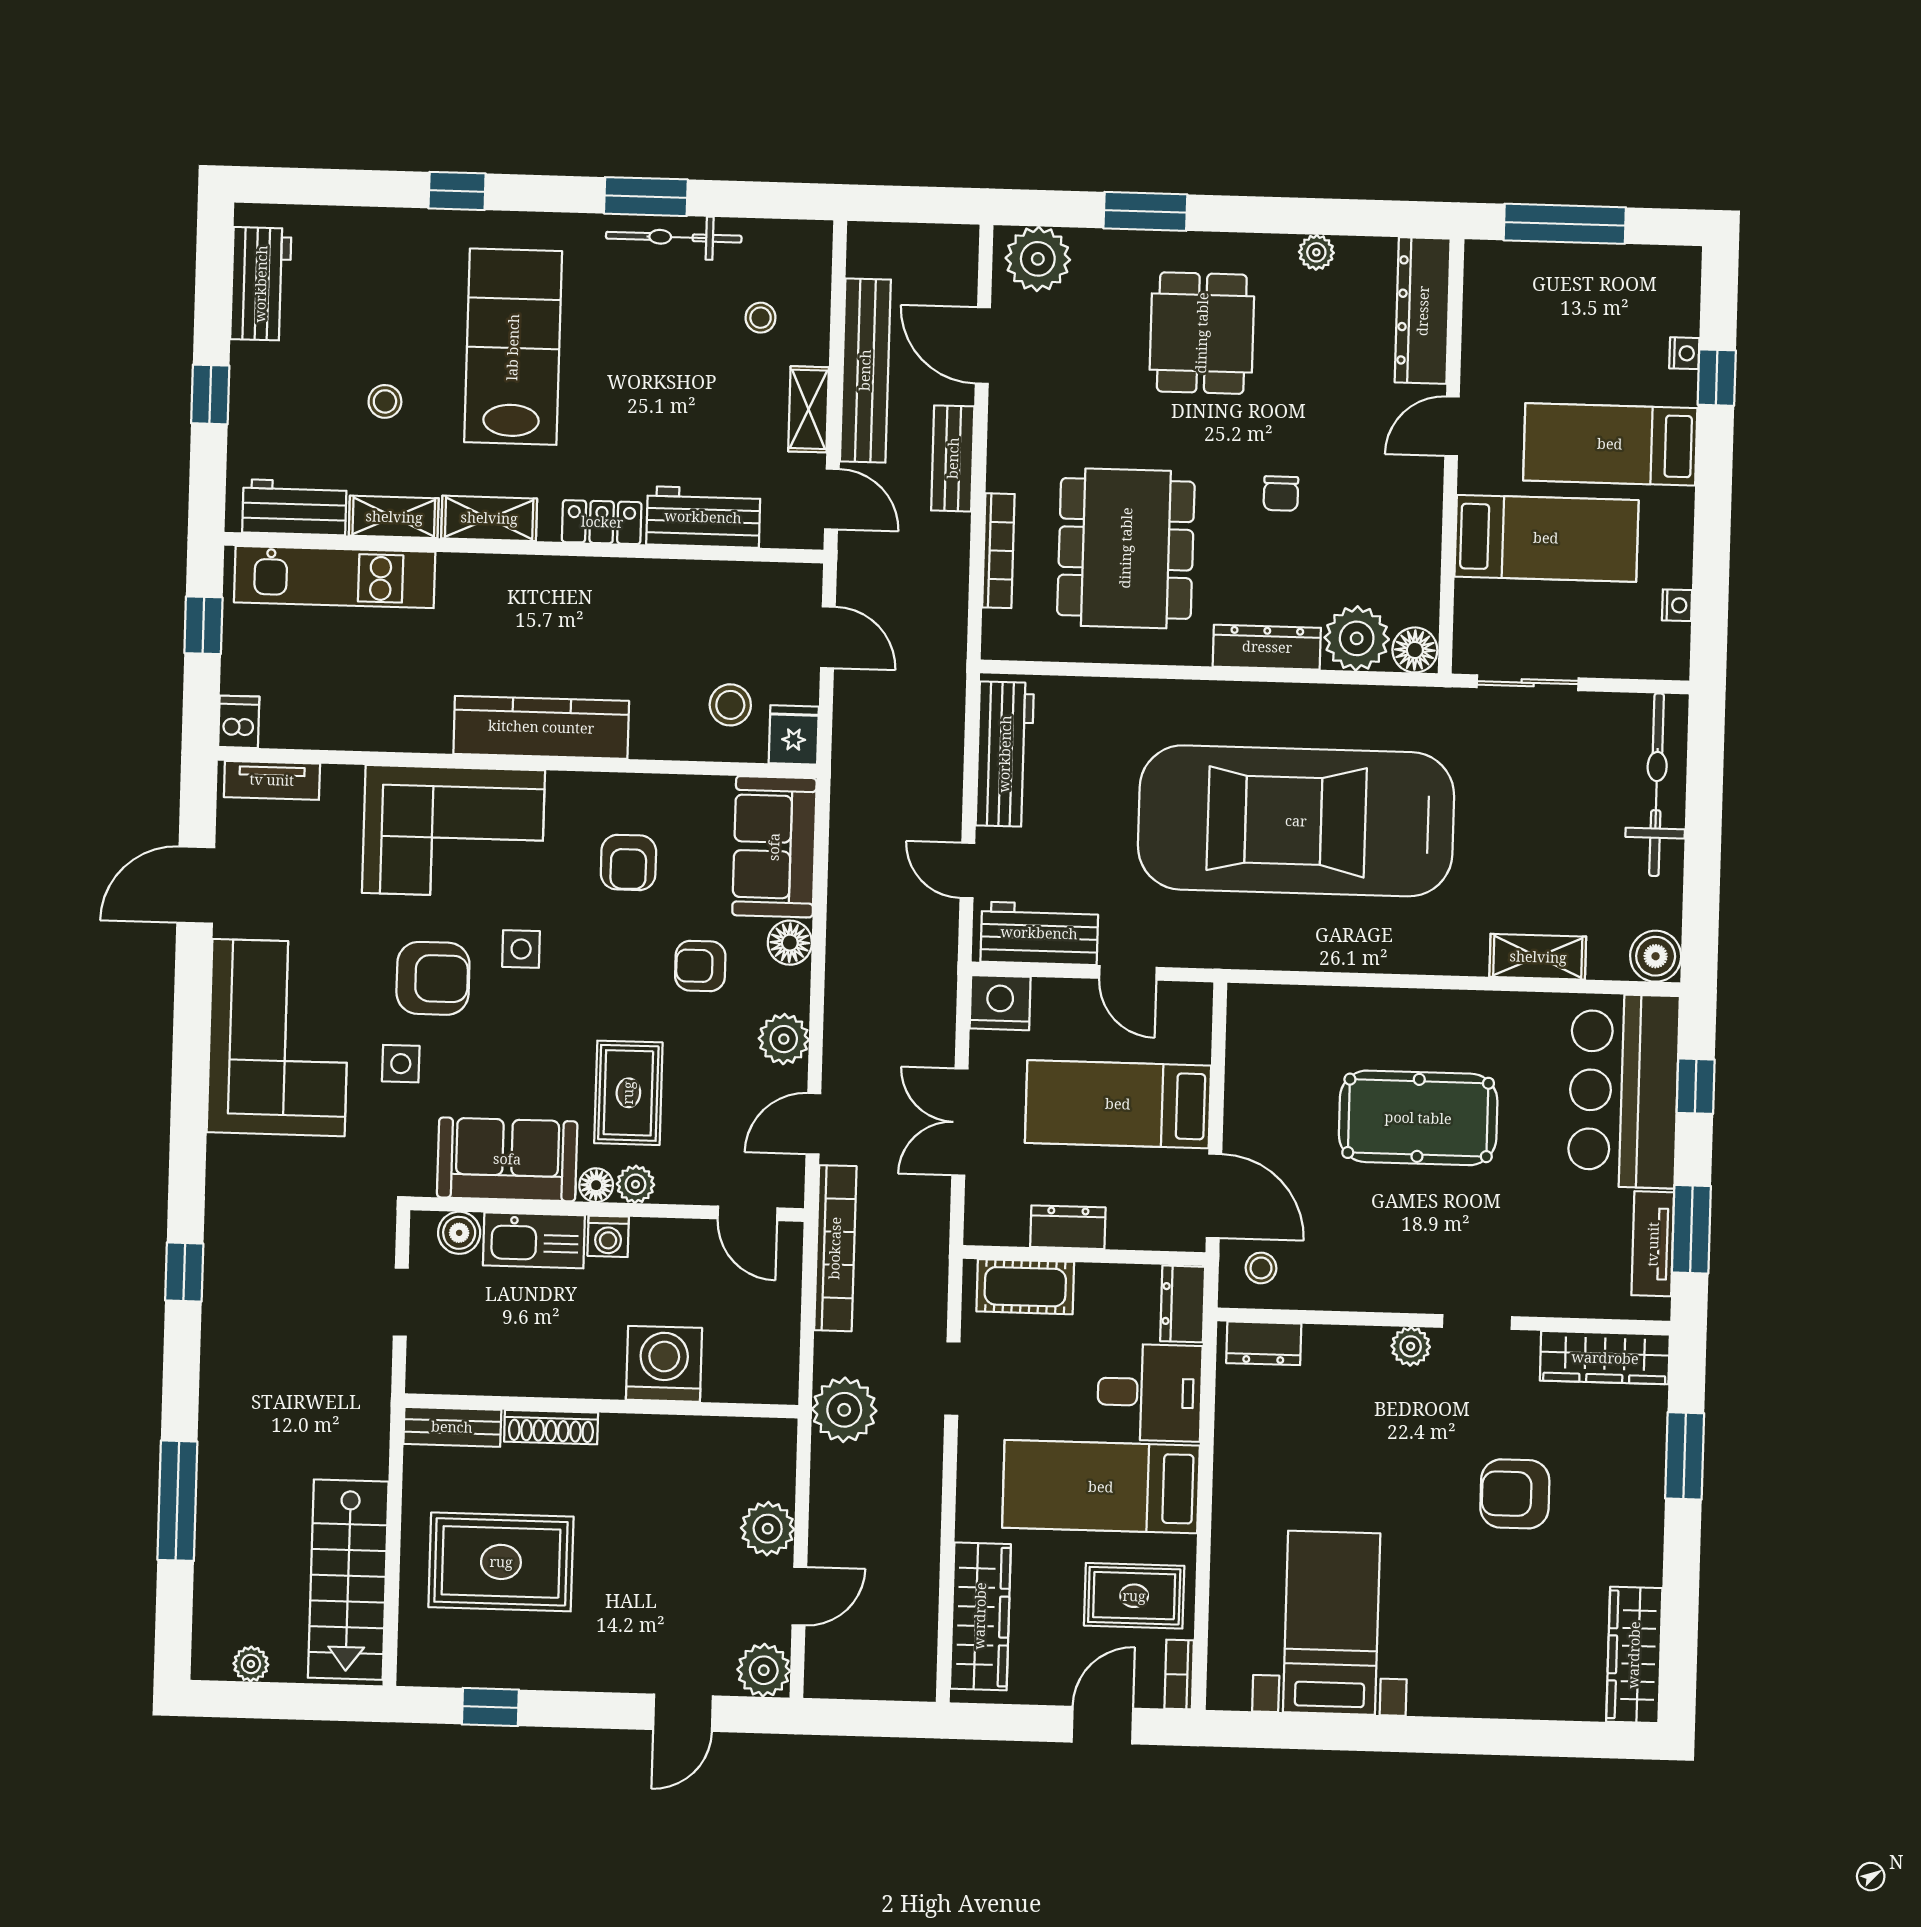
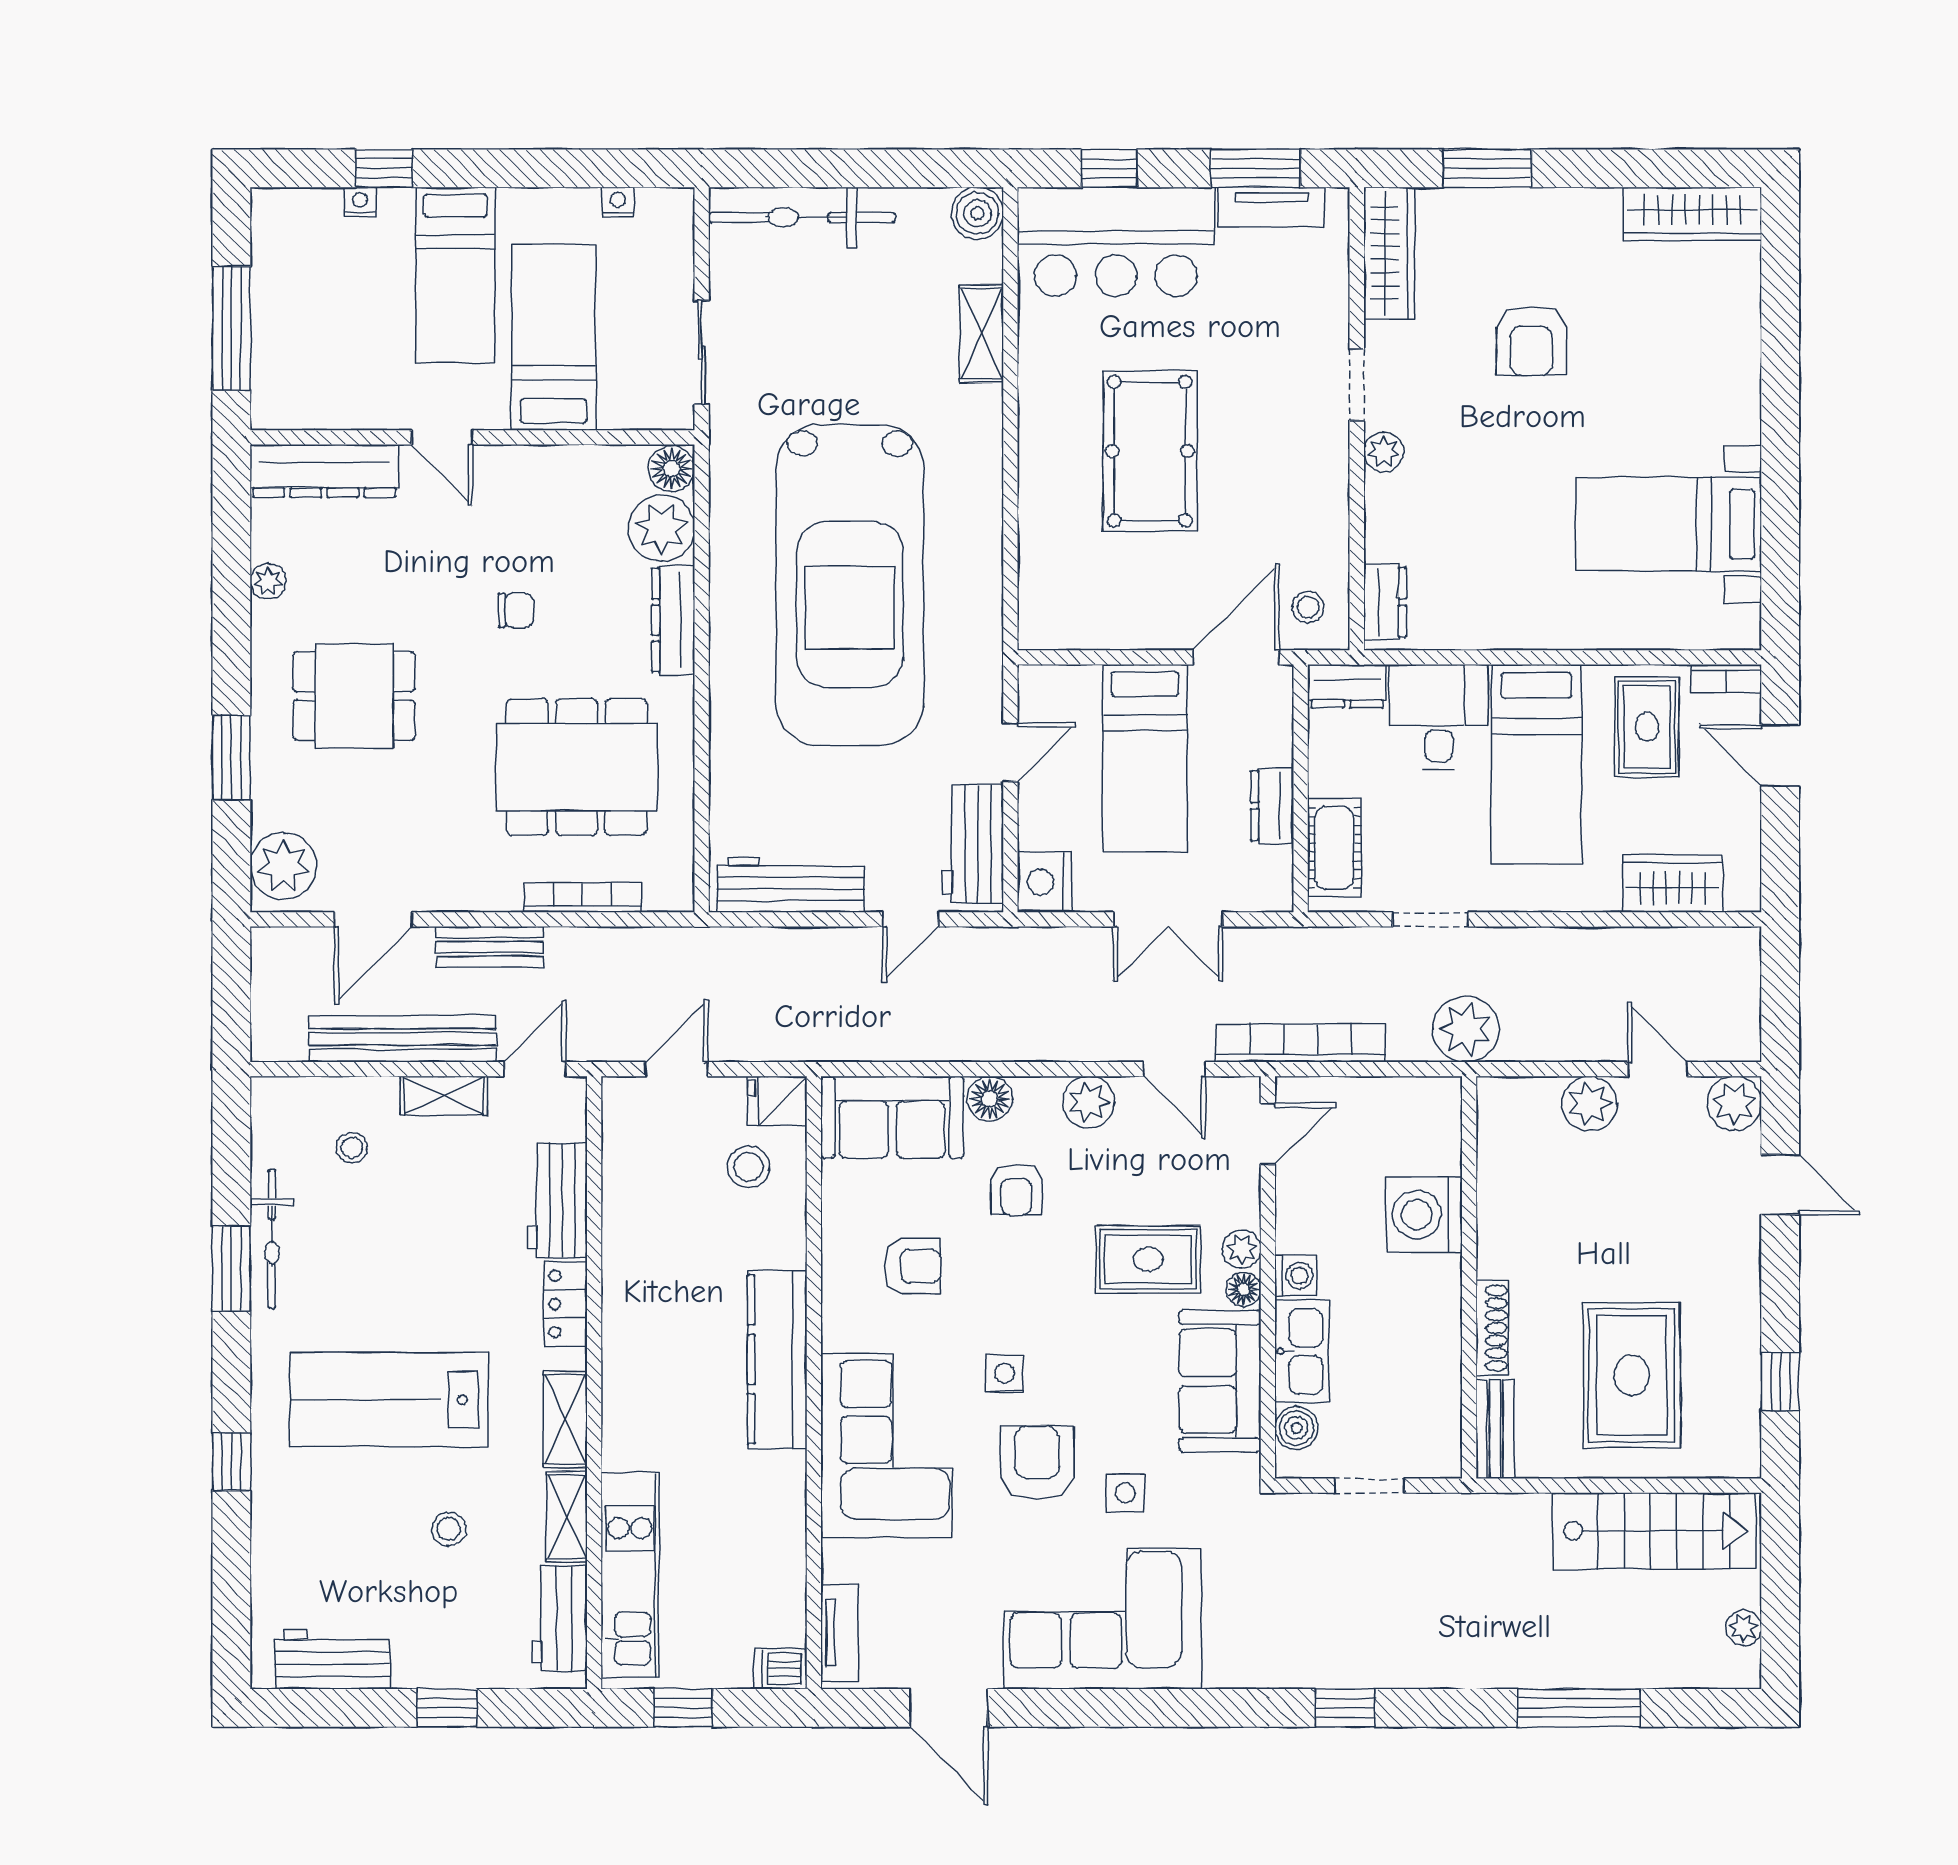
wardrobe: (980, 1616) -> (1673, 883), width x0.67

